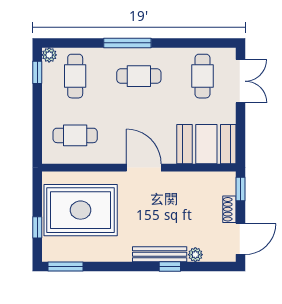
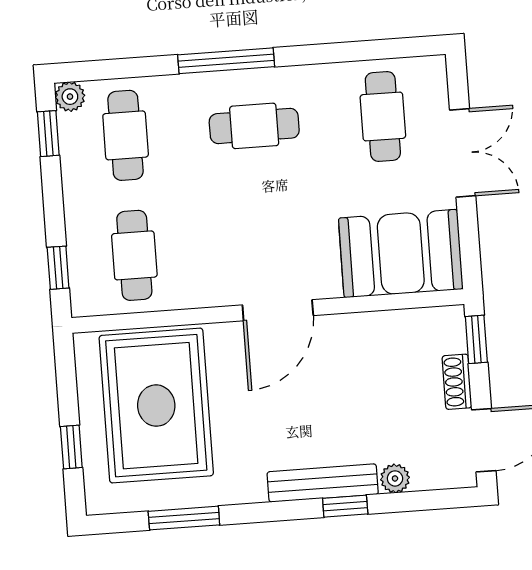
double door: (240, 81) -> (463, 153), moved
cafe table: (75, 135) -> (134, 255), turned 90
window: (37, 139) -> (58, 268), added
door: (144, 168) -> (278, 310), swing flipped
rug: (81, 210) -> (156, 406), turned 90
window: (65, 266) -> (184, 518), moved

